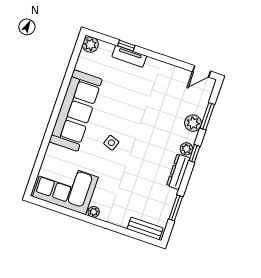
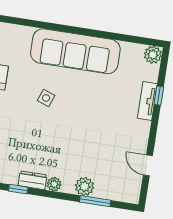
door: (202, 71) -> (148, 165), moved
window: (194, 153) -> (18, 189), moved
dresser: (178, 172) -> (33, 180), width x0.70

